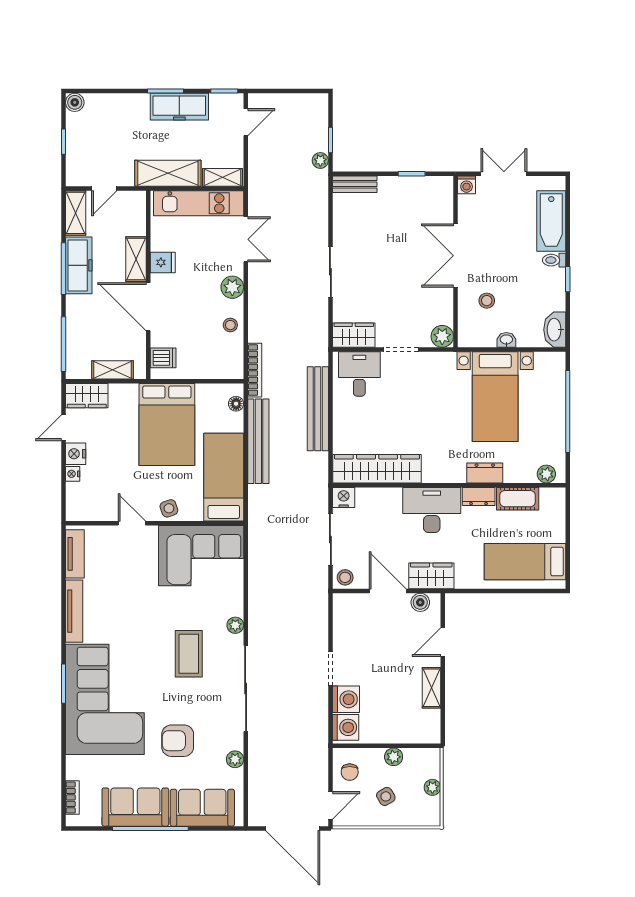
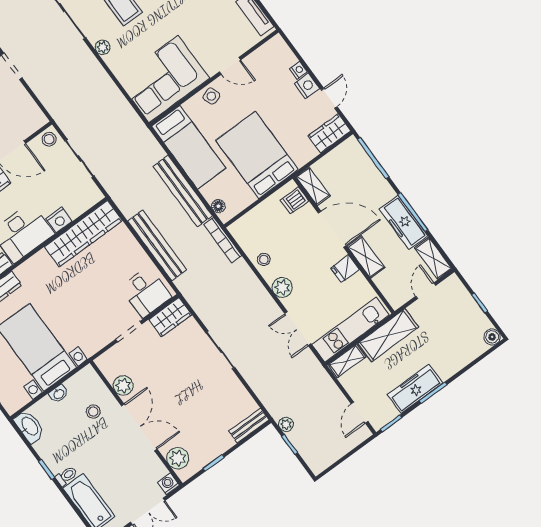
plant: (441, 202) -> (178, 458), added
plant: (442, 336) -> (123, 386), moved
shelving: (113, 370) -> (313, 186), moved, turned 90
nightstand: (344, 497) -> (59, 220), moved

